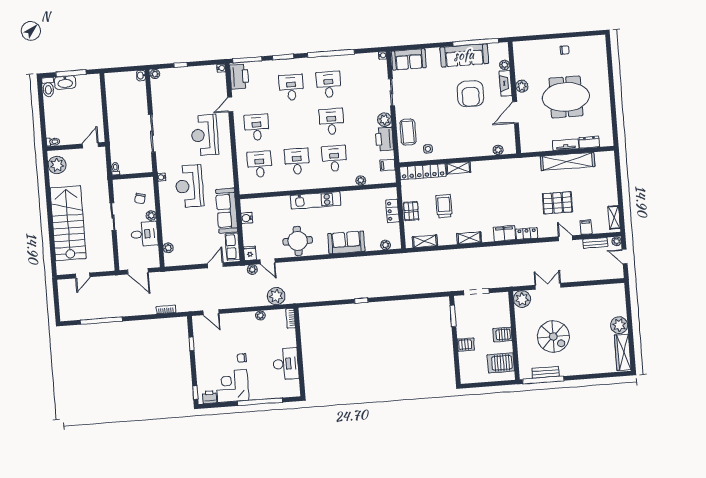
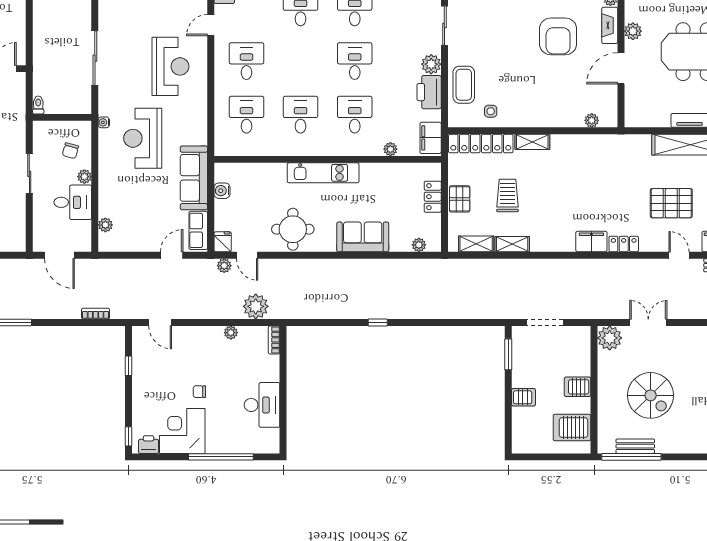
reception desk: (205, 135) -> (170, 66), turned 180
filing cabinet: (387, 165) -> (431, 138), width x2.00
shelving: (469, 238) -> (512, 244), moved

